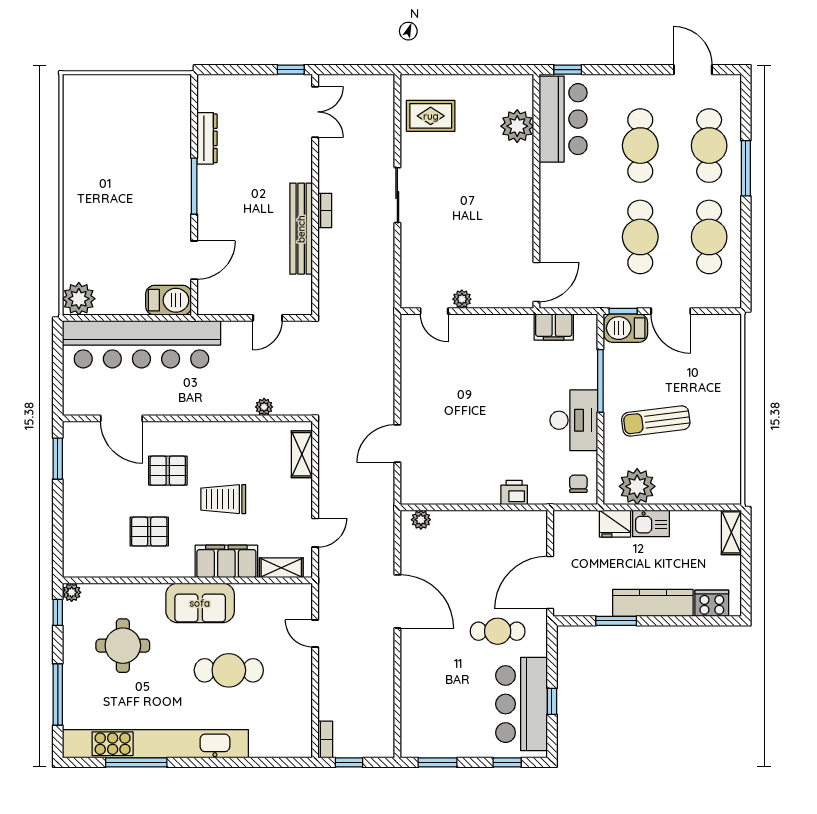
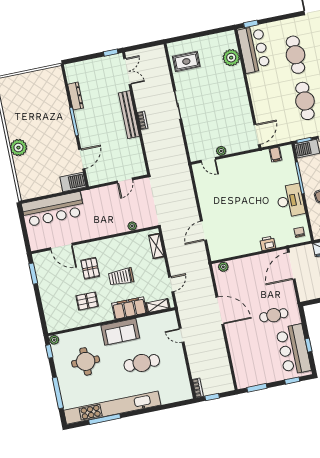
bench: (301, 229) -> (129, 115), moved
plant: (79, 299) -> (18, 148), moved
filing cabinet: (554, 327) -> (275, 154), width x0.50
bar counter: (141, 344) -> (53, 209), width x0.73
pallet: (168, 471) -> (90, 268), turned 90
door: (550, 582) -> (291, 266), moved

